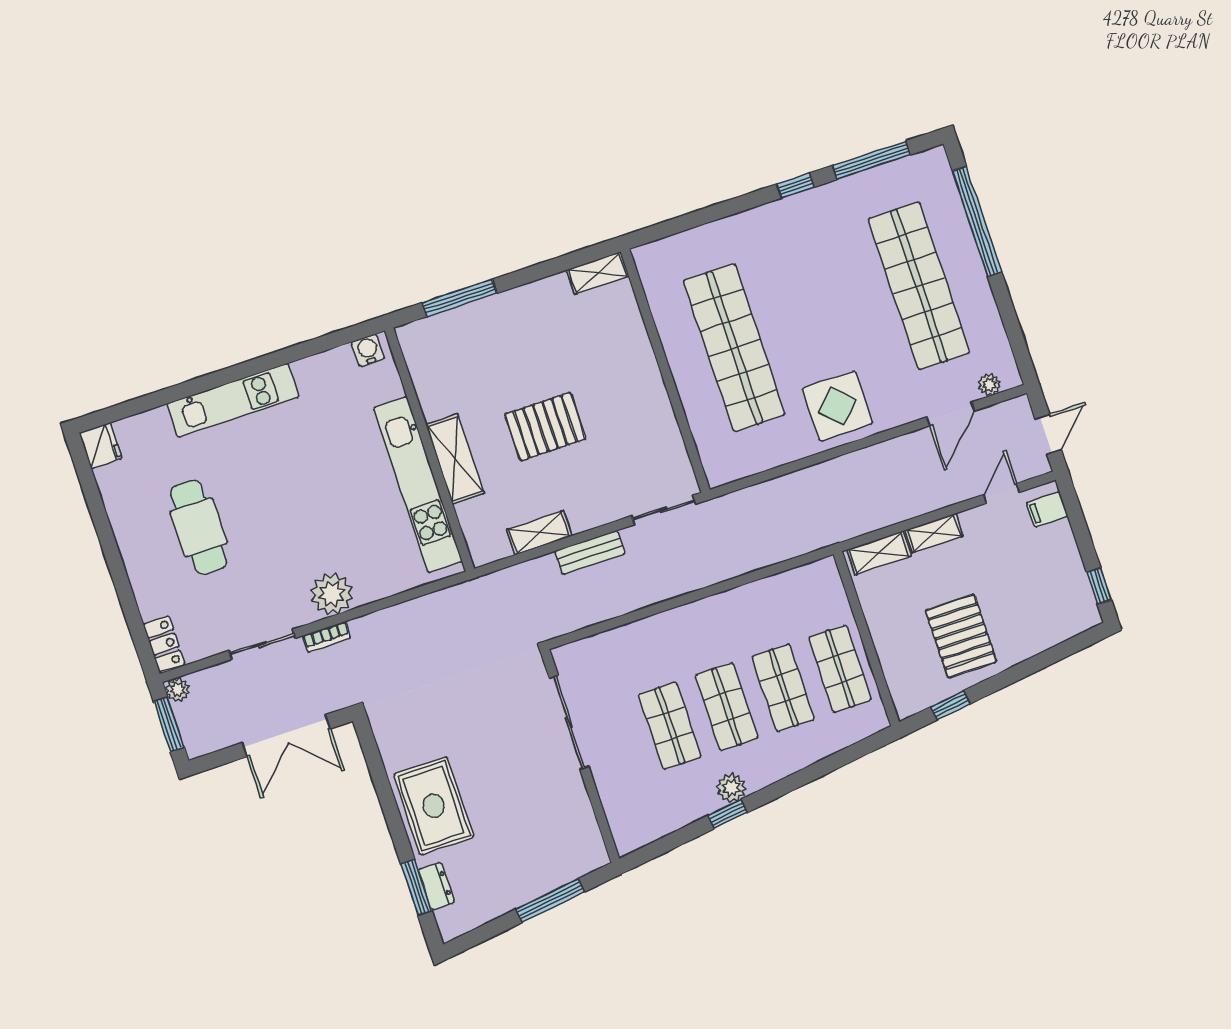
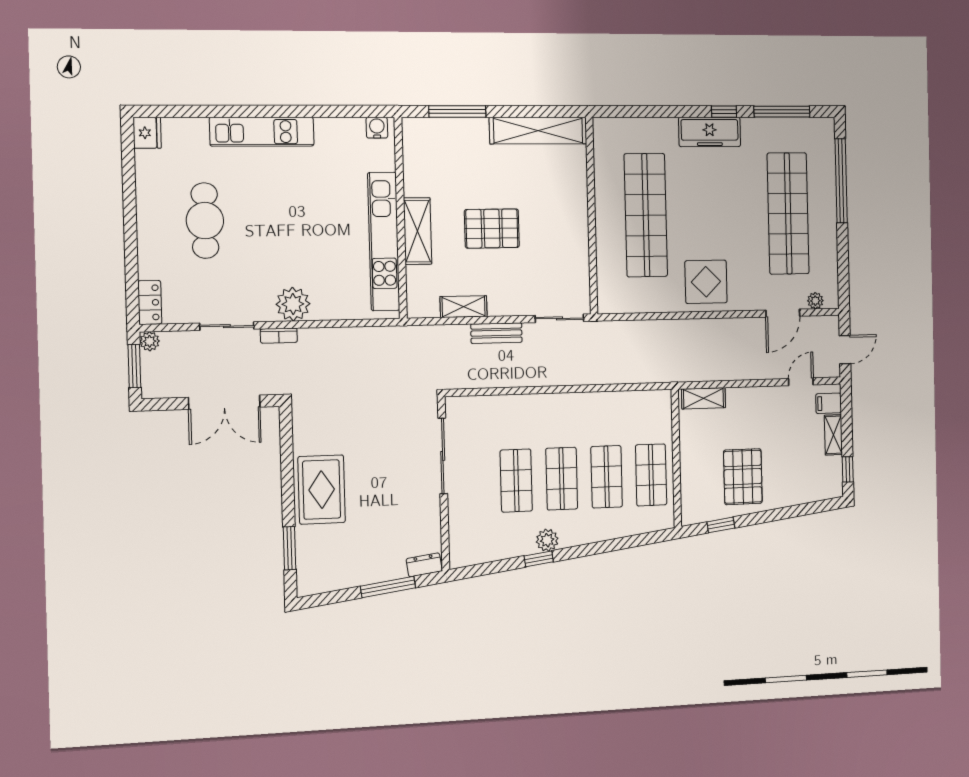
freezer: (785, 217) -> (710, 132), added
shelving: (598, 273) -> (538, 131), width x2.20, depth x1.33
shelving: (934, 533) -> (833, 435), moved, turned 90
dresser: (436, 886) -> (424, 565), moved, turned -98

